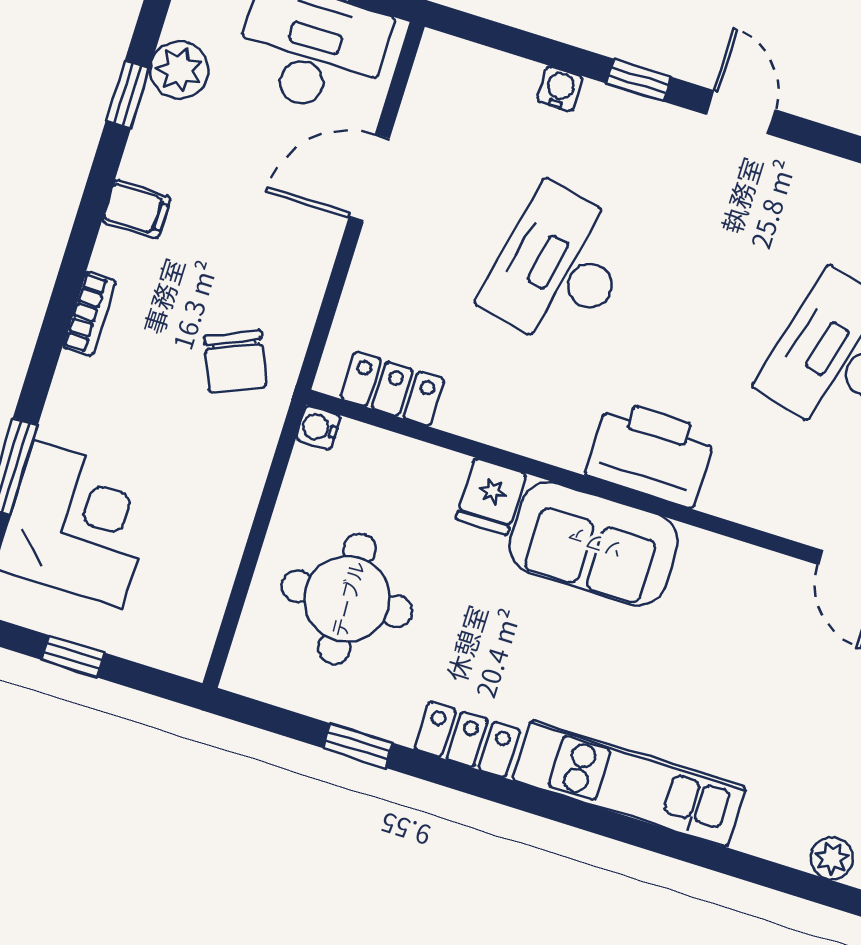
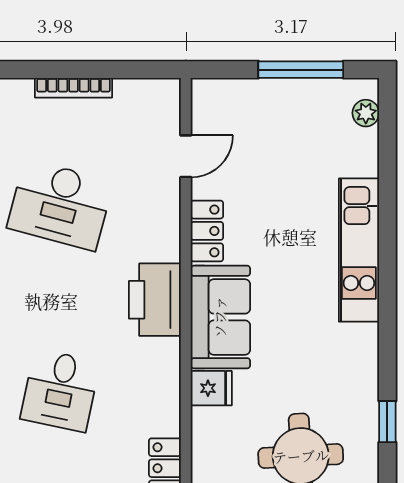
desk: (559, 268) -> (60, 390), width x0.73
locker: (467, 739) -> (207, 231), moved, turned 180

